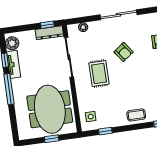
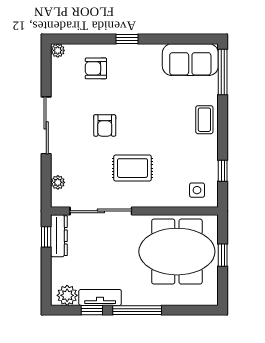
armchair: (124, 52) -> (105, 125), turned 126

